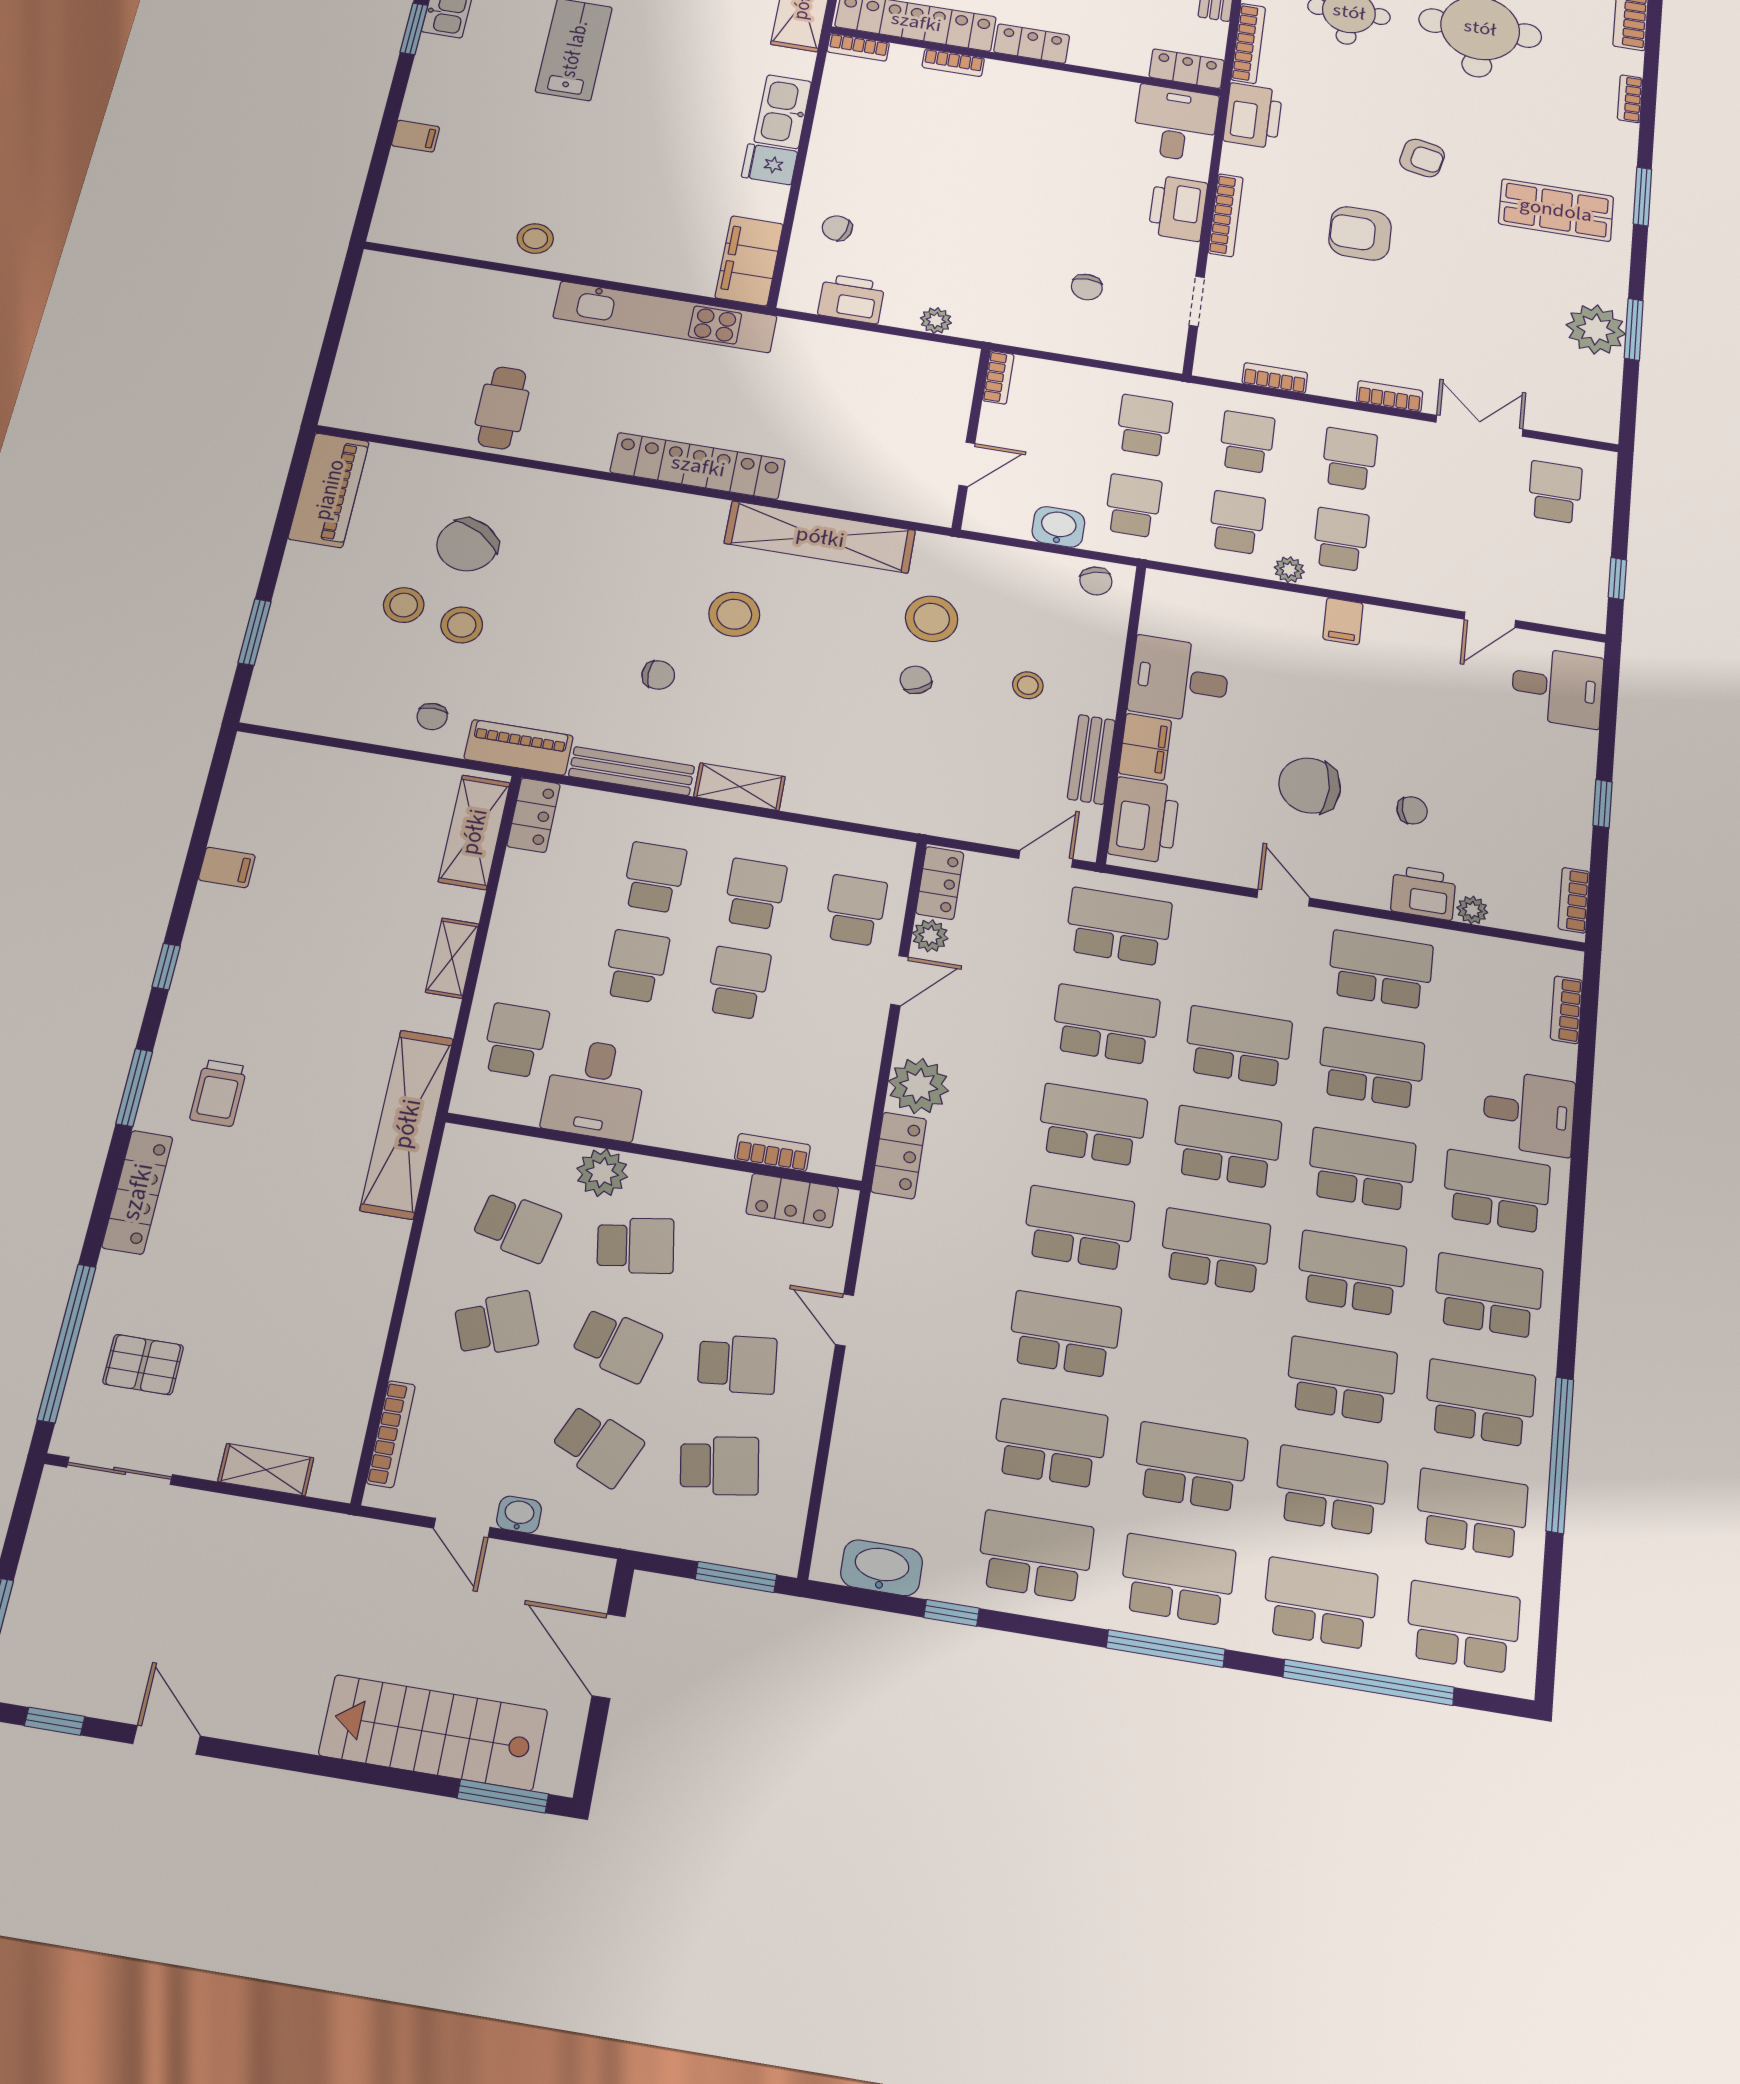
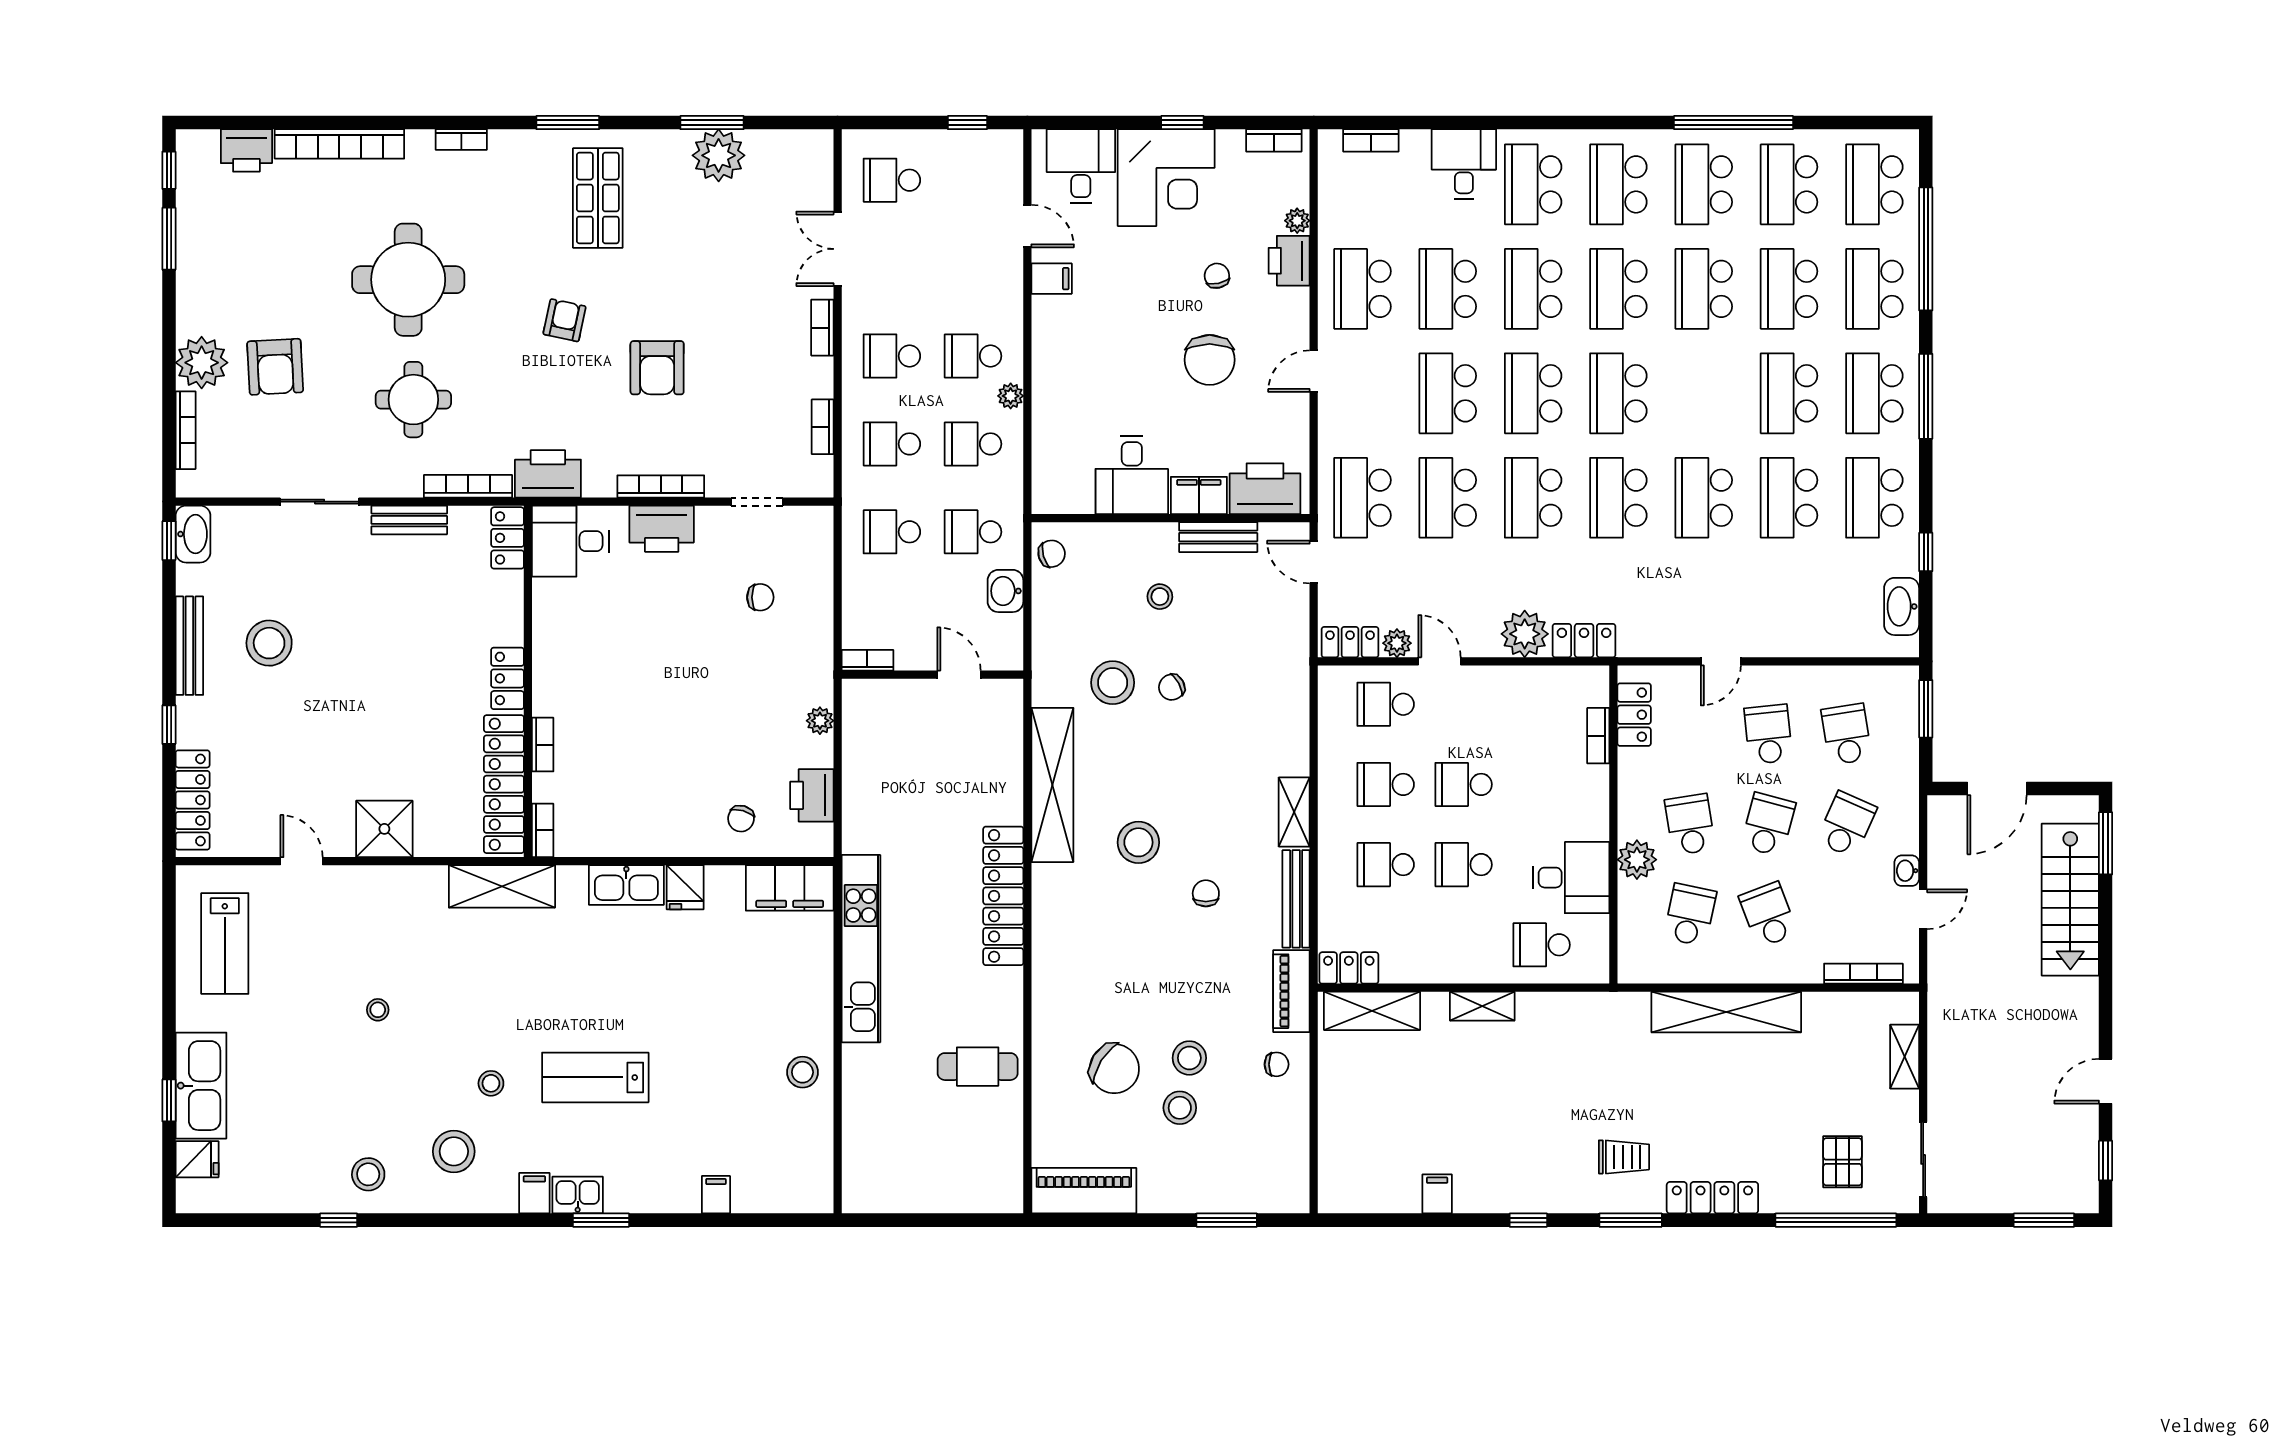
filing cabinet: (1343, 621) -> (1052, 279), moved
corner desk: (1537, 775) -> (1166, 178), added
shelving: (407, 1124) -> (1726, 1012), moved

